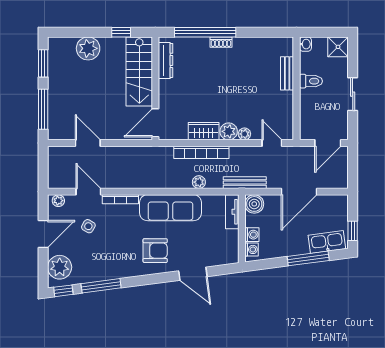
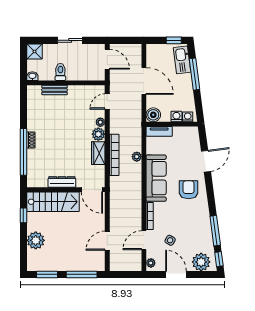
dresser: (165, 60) -> (62, 182), moved
bench: (245, 183) -> (137, 122), removed

